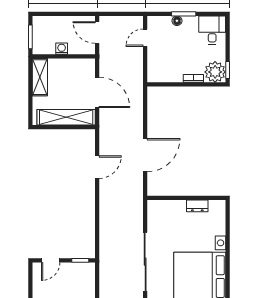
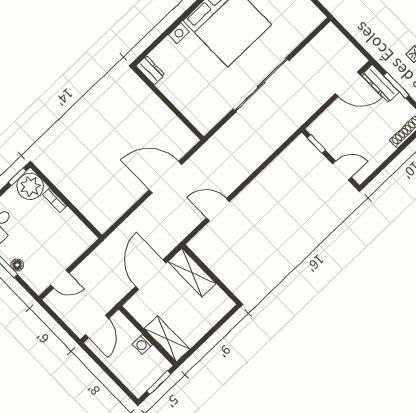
shelving: (40, 77) -> (167, 339), moved, turned 90
shelving: (66, 117) -> (192, 273), width x0.68
dresser: (197, 206) -> (150, 70), moved

